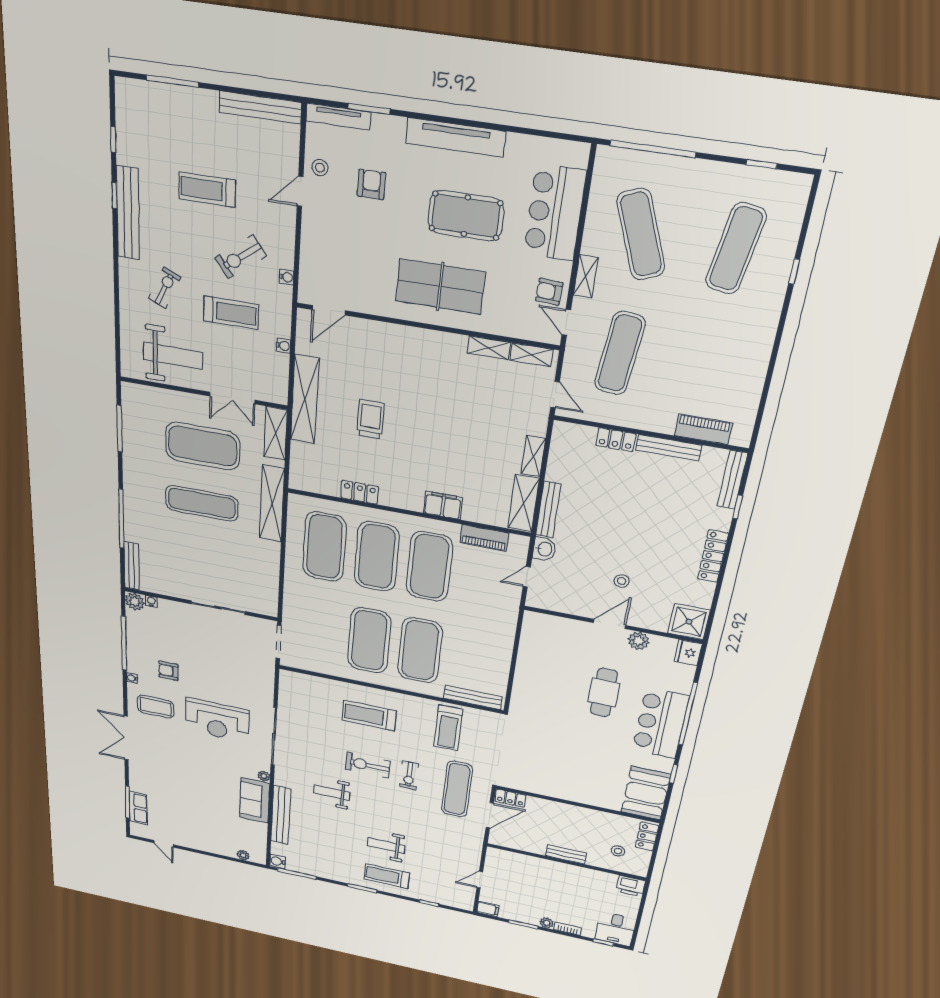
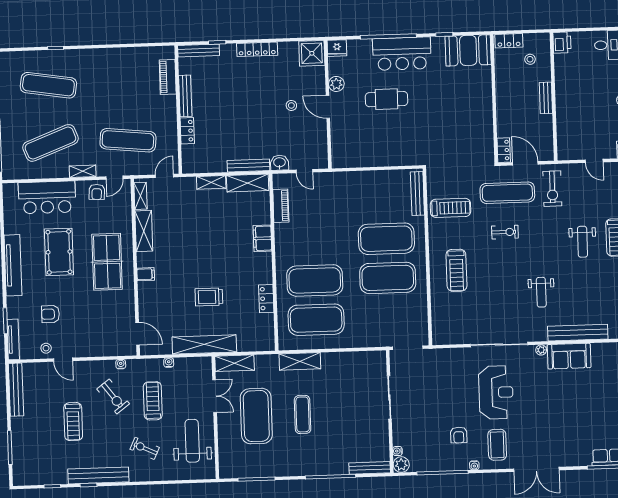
filing cabinet: (414, 339) -> (146, 274), added
shelving: (489, 348) -> (144, 231), width x1.50, depth x1.33
exercise mat: (202, 503) -> (303, 414), width x0.73, depth x0.69
shelving: (272, 504) -> (300, 361), width x0.68
exercise mat: (429, 566) -> (313, 241), removed
exercise bike: (368, 765) -> (552, 189), moved

